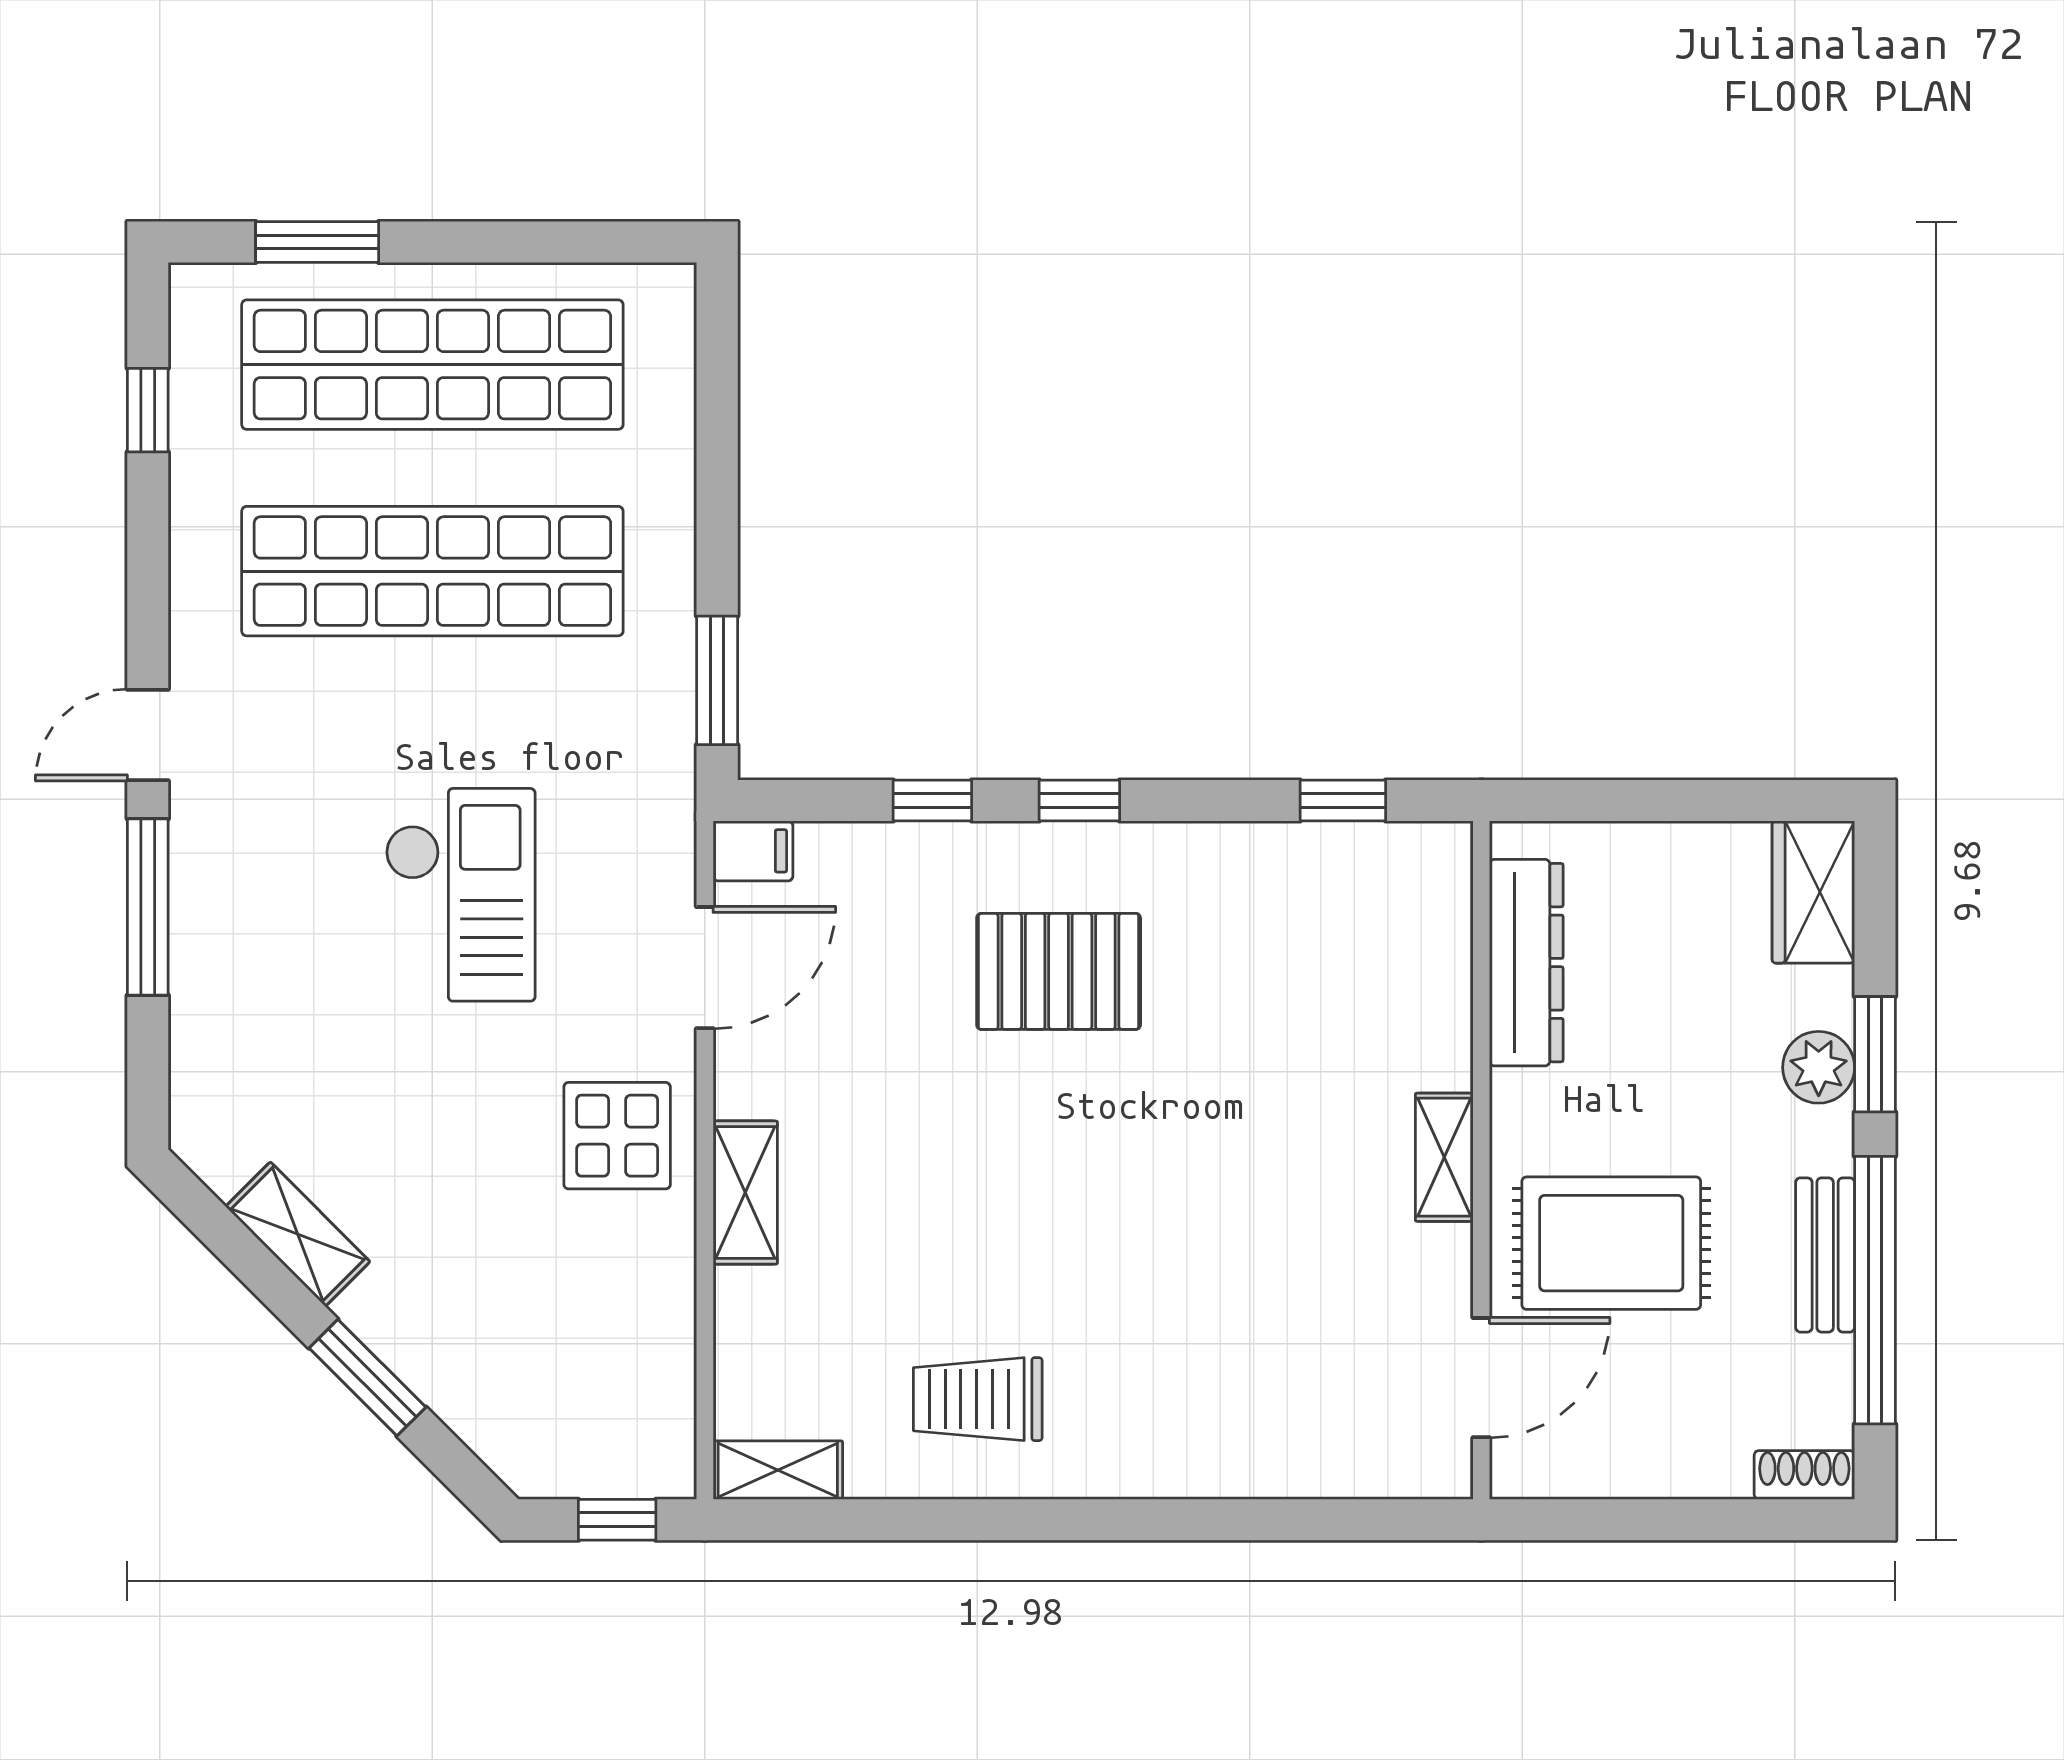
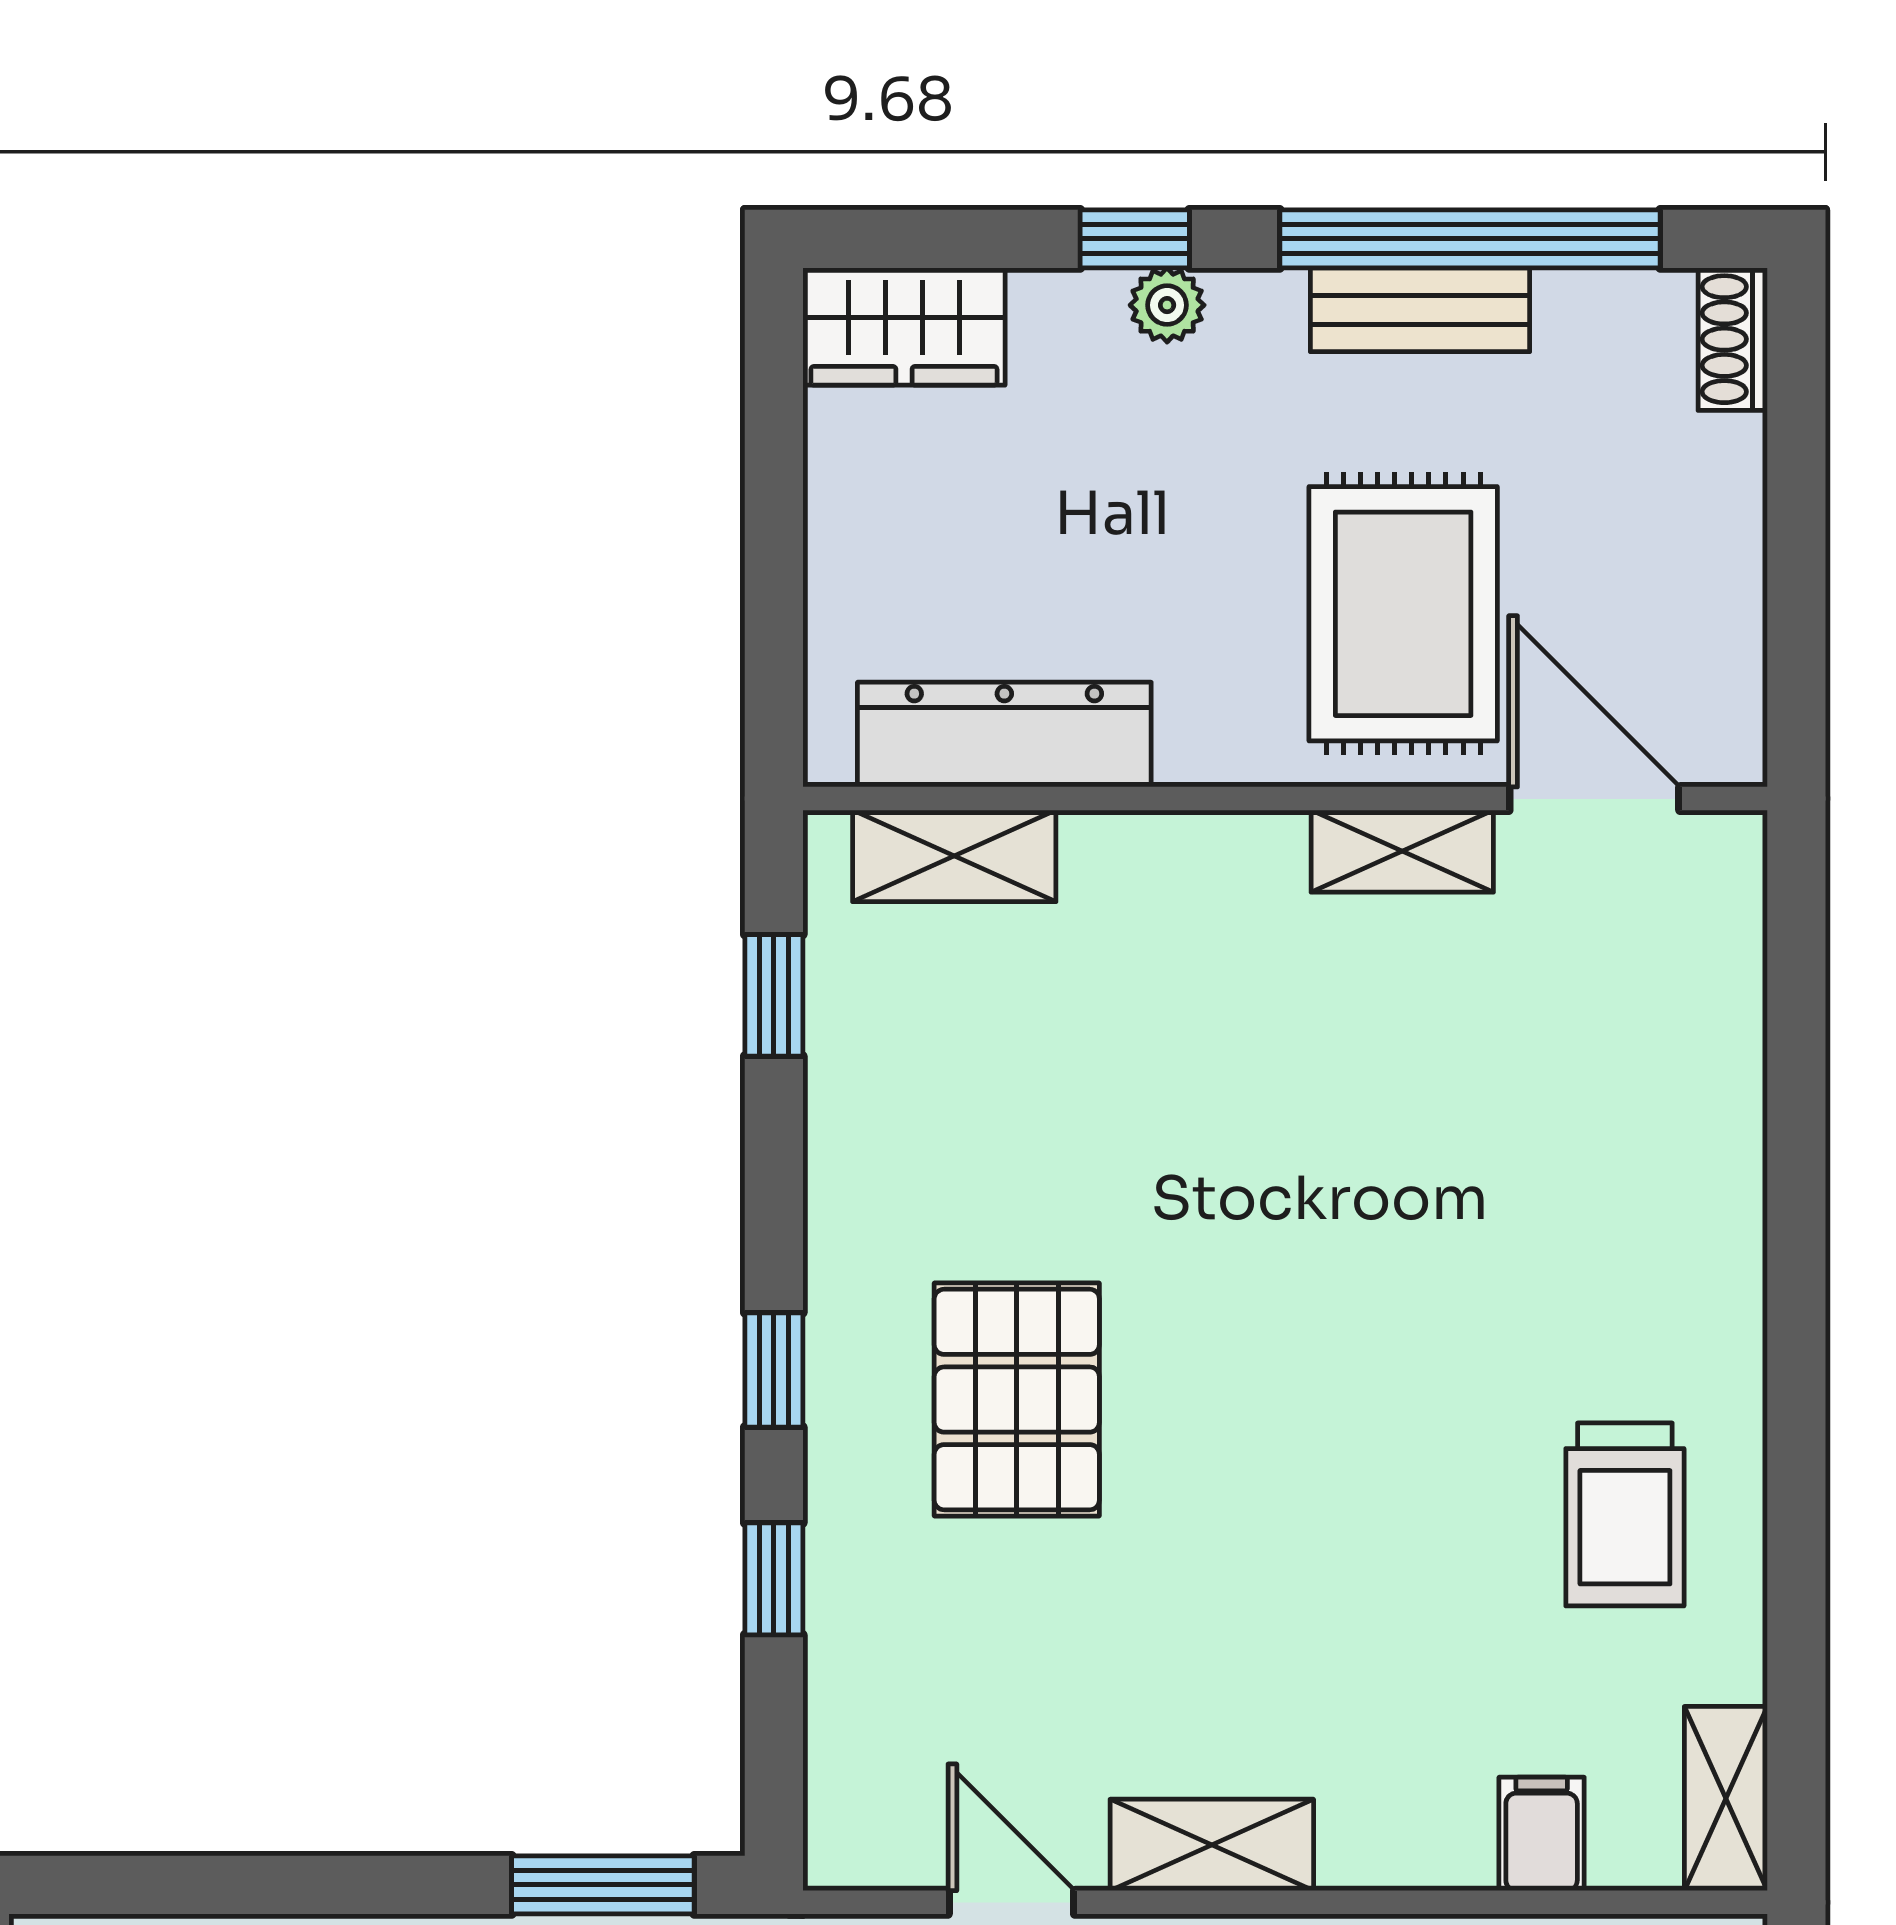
filing cabinet: (753, 851) -> (1542, 1834), moved
shelving: (1441, 927) -> (954, 856), added
door: (705, 968) -> (1011, 1902), width x0.73
window: (1875, 1054) -> (1135, 239), width x0.67
plant: (1819, 1067) -> (1167, 305), width x0.73, depth x0.73
shelving: (1444, 1157) -> (1402, 851), moved
shelving: (745, 1193) -> (1212, 1845), moved

